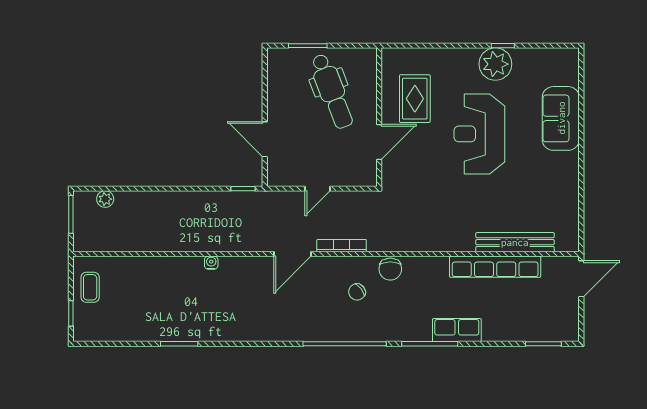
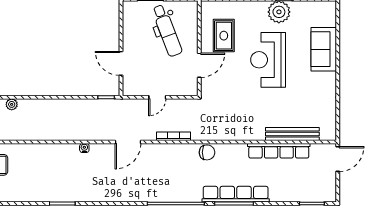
door: (293, 254) -> (128, 142), moved
chair: (390, 269) -> (207, 152), turned -90
chair: (357, 292) -> (184, 168), removed
row of seats: (457, 330) -> (236, 194), width x2.02

